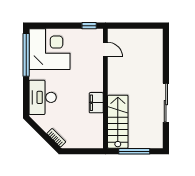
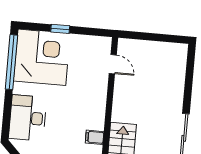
window: (89, 26) -> (60, 29), moved
filing cabinet: (96, 103) -> (95, 137), width x0.50

